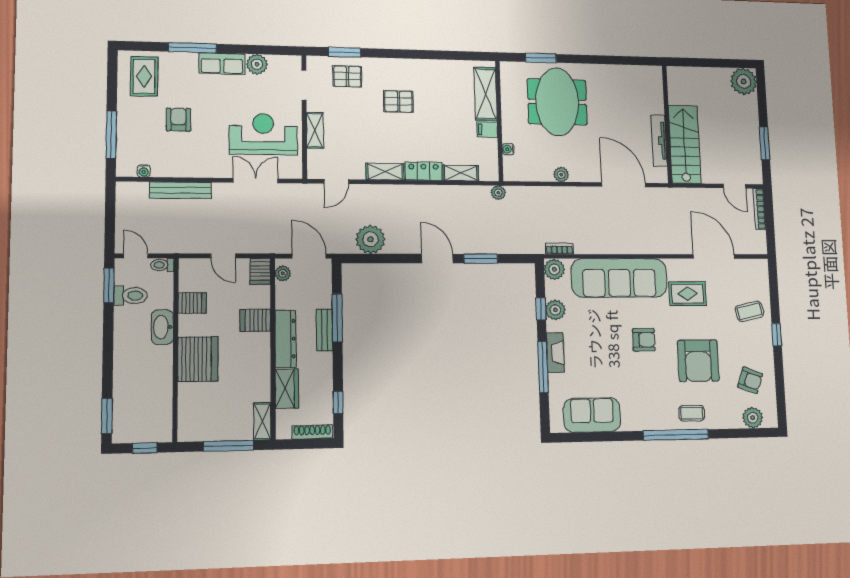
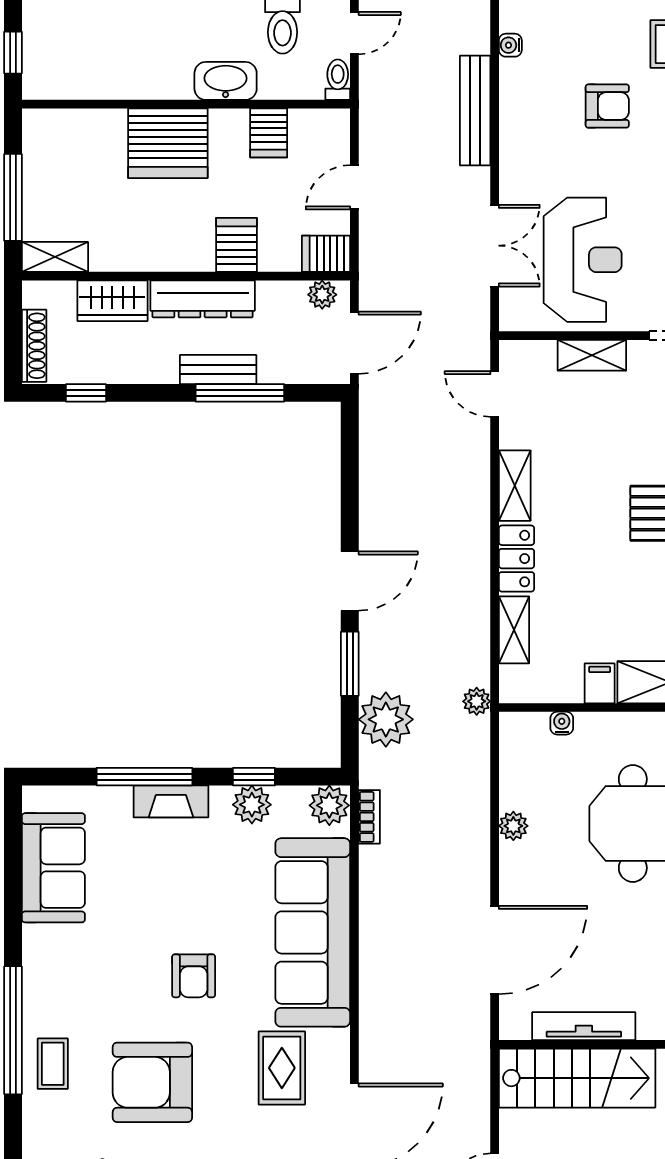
plant: (370, 239) -> (386, 719), moved

